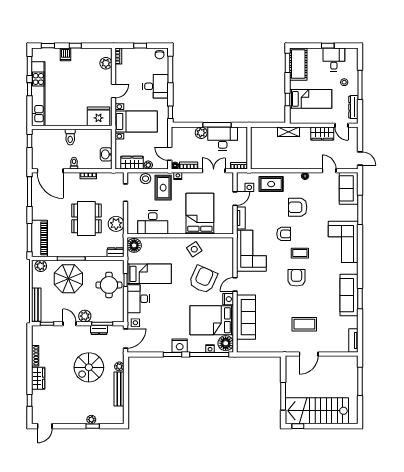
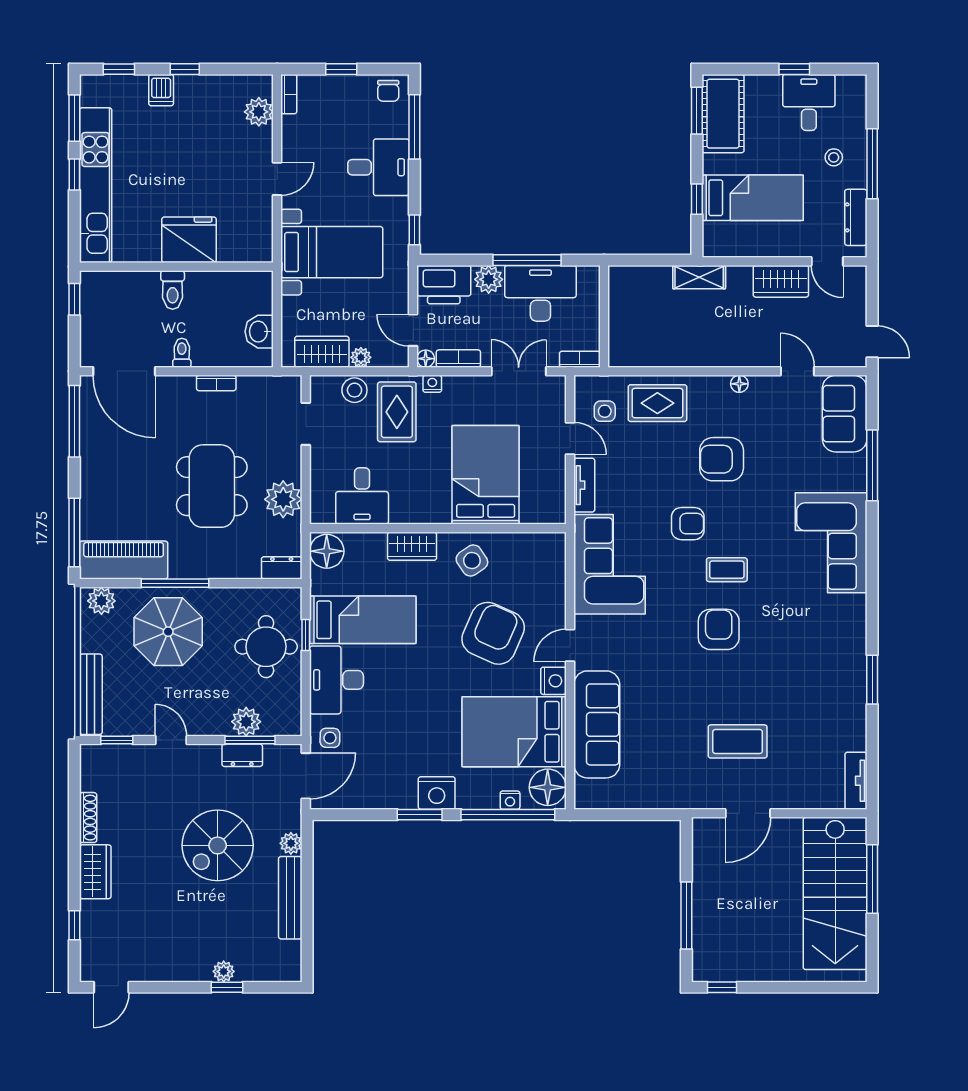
fridge: (98, 116) -> (189, 240), moved
printer: (183, 135) -> (444, 285), added
door: (235, 199) -> (570, 438), hinge flipped
desk: (153, 223) -> (362, 496), width x0.73
piano: (40, 238) -> (124, 560), moved, turned -90
wardrobe: (169, 243) -> (412, 546), added
sofa: (349, 295) -> (845, 671), removed
plant: (85, 316) -> (246, 722), moved
stairs: (317, 411) -> (835, 893), moved, turned -90

